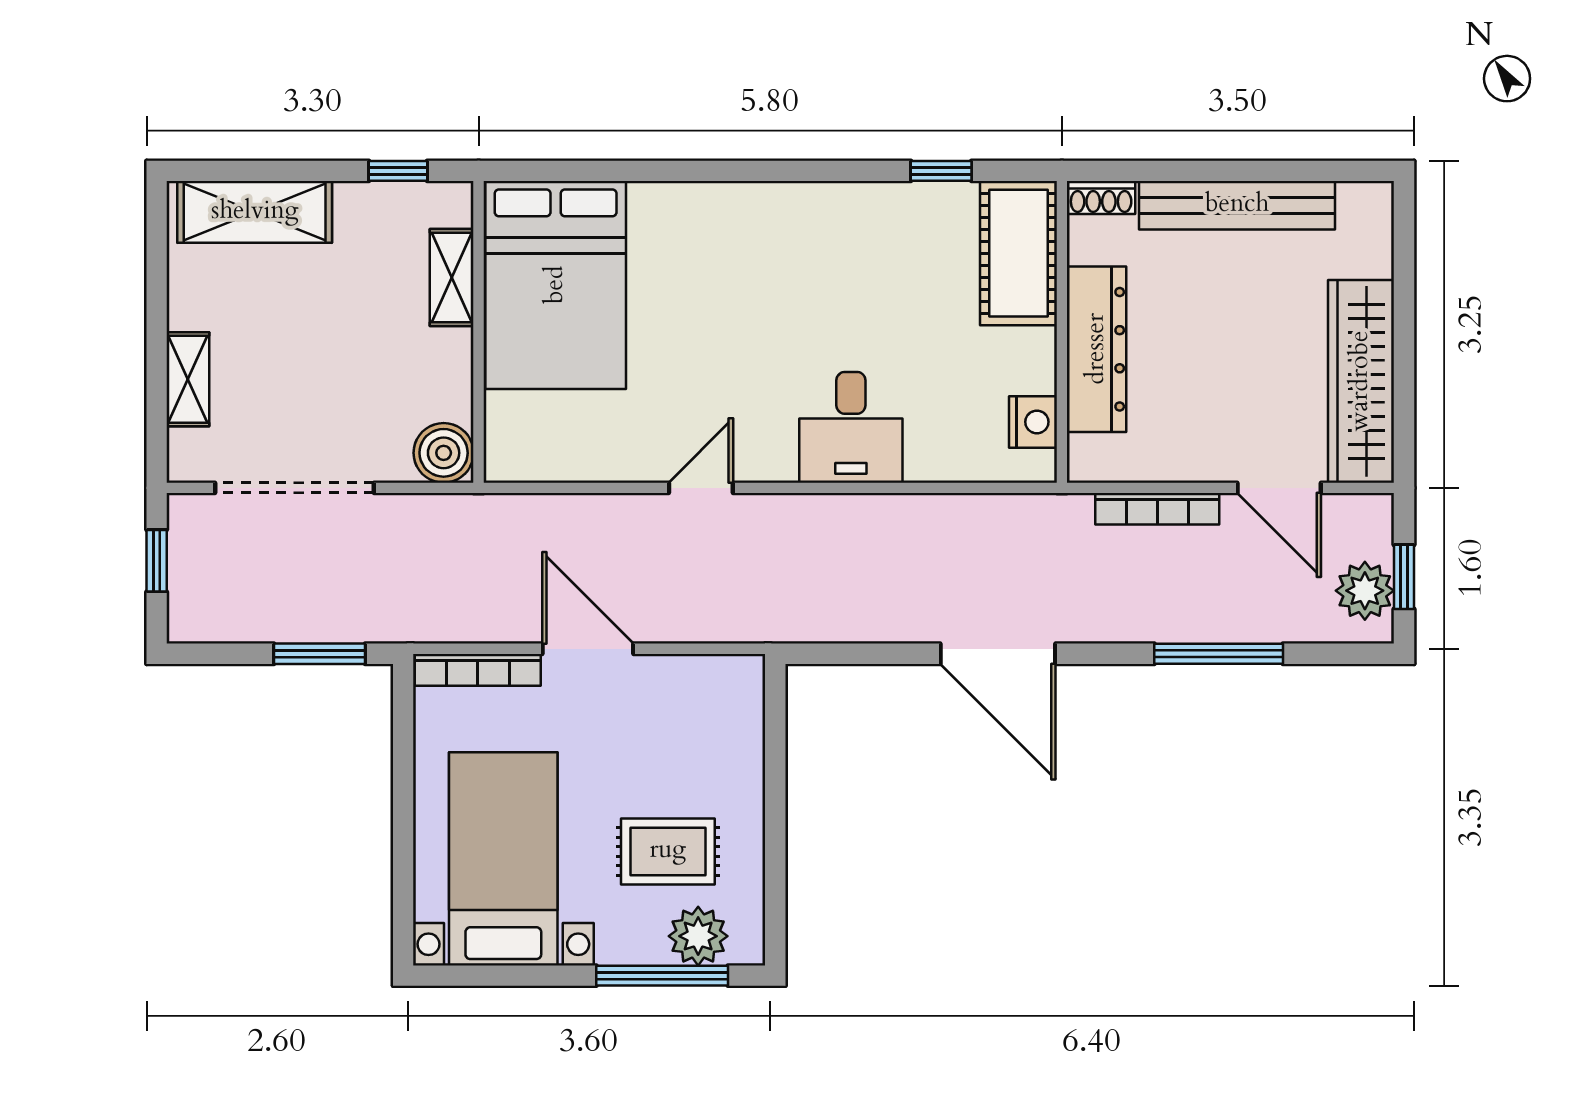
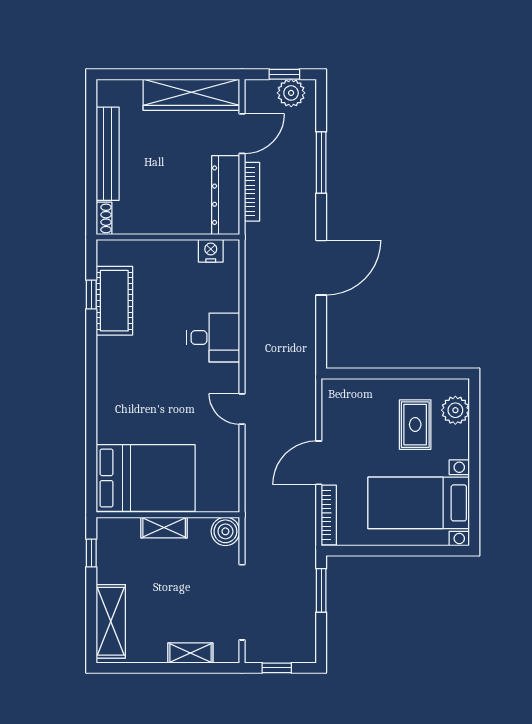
cot: (1019, 253) -> (114, 301), moved, turned 90
shelving: (452, 277) -> (164, 528), moved
dresser: (1097, 349) -> (226, 195), moved, turned -90
window: (662, 976) -> (474, 427), removed

